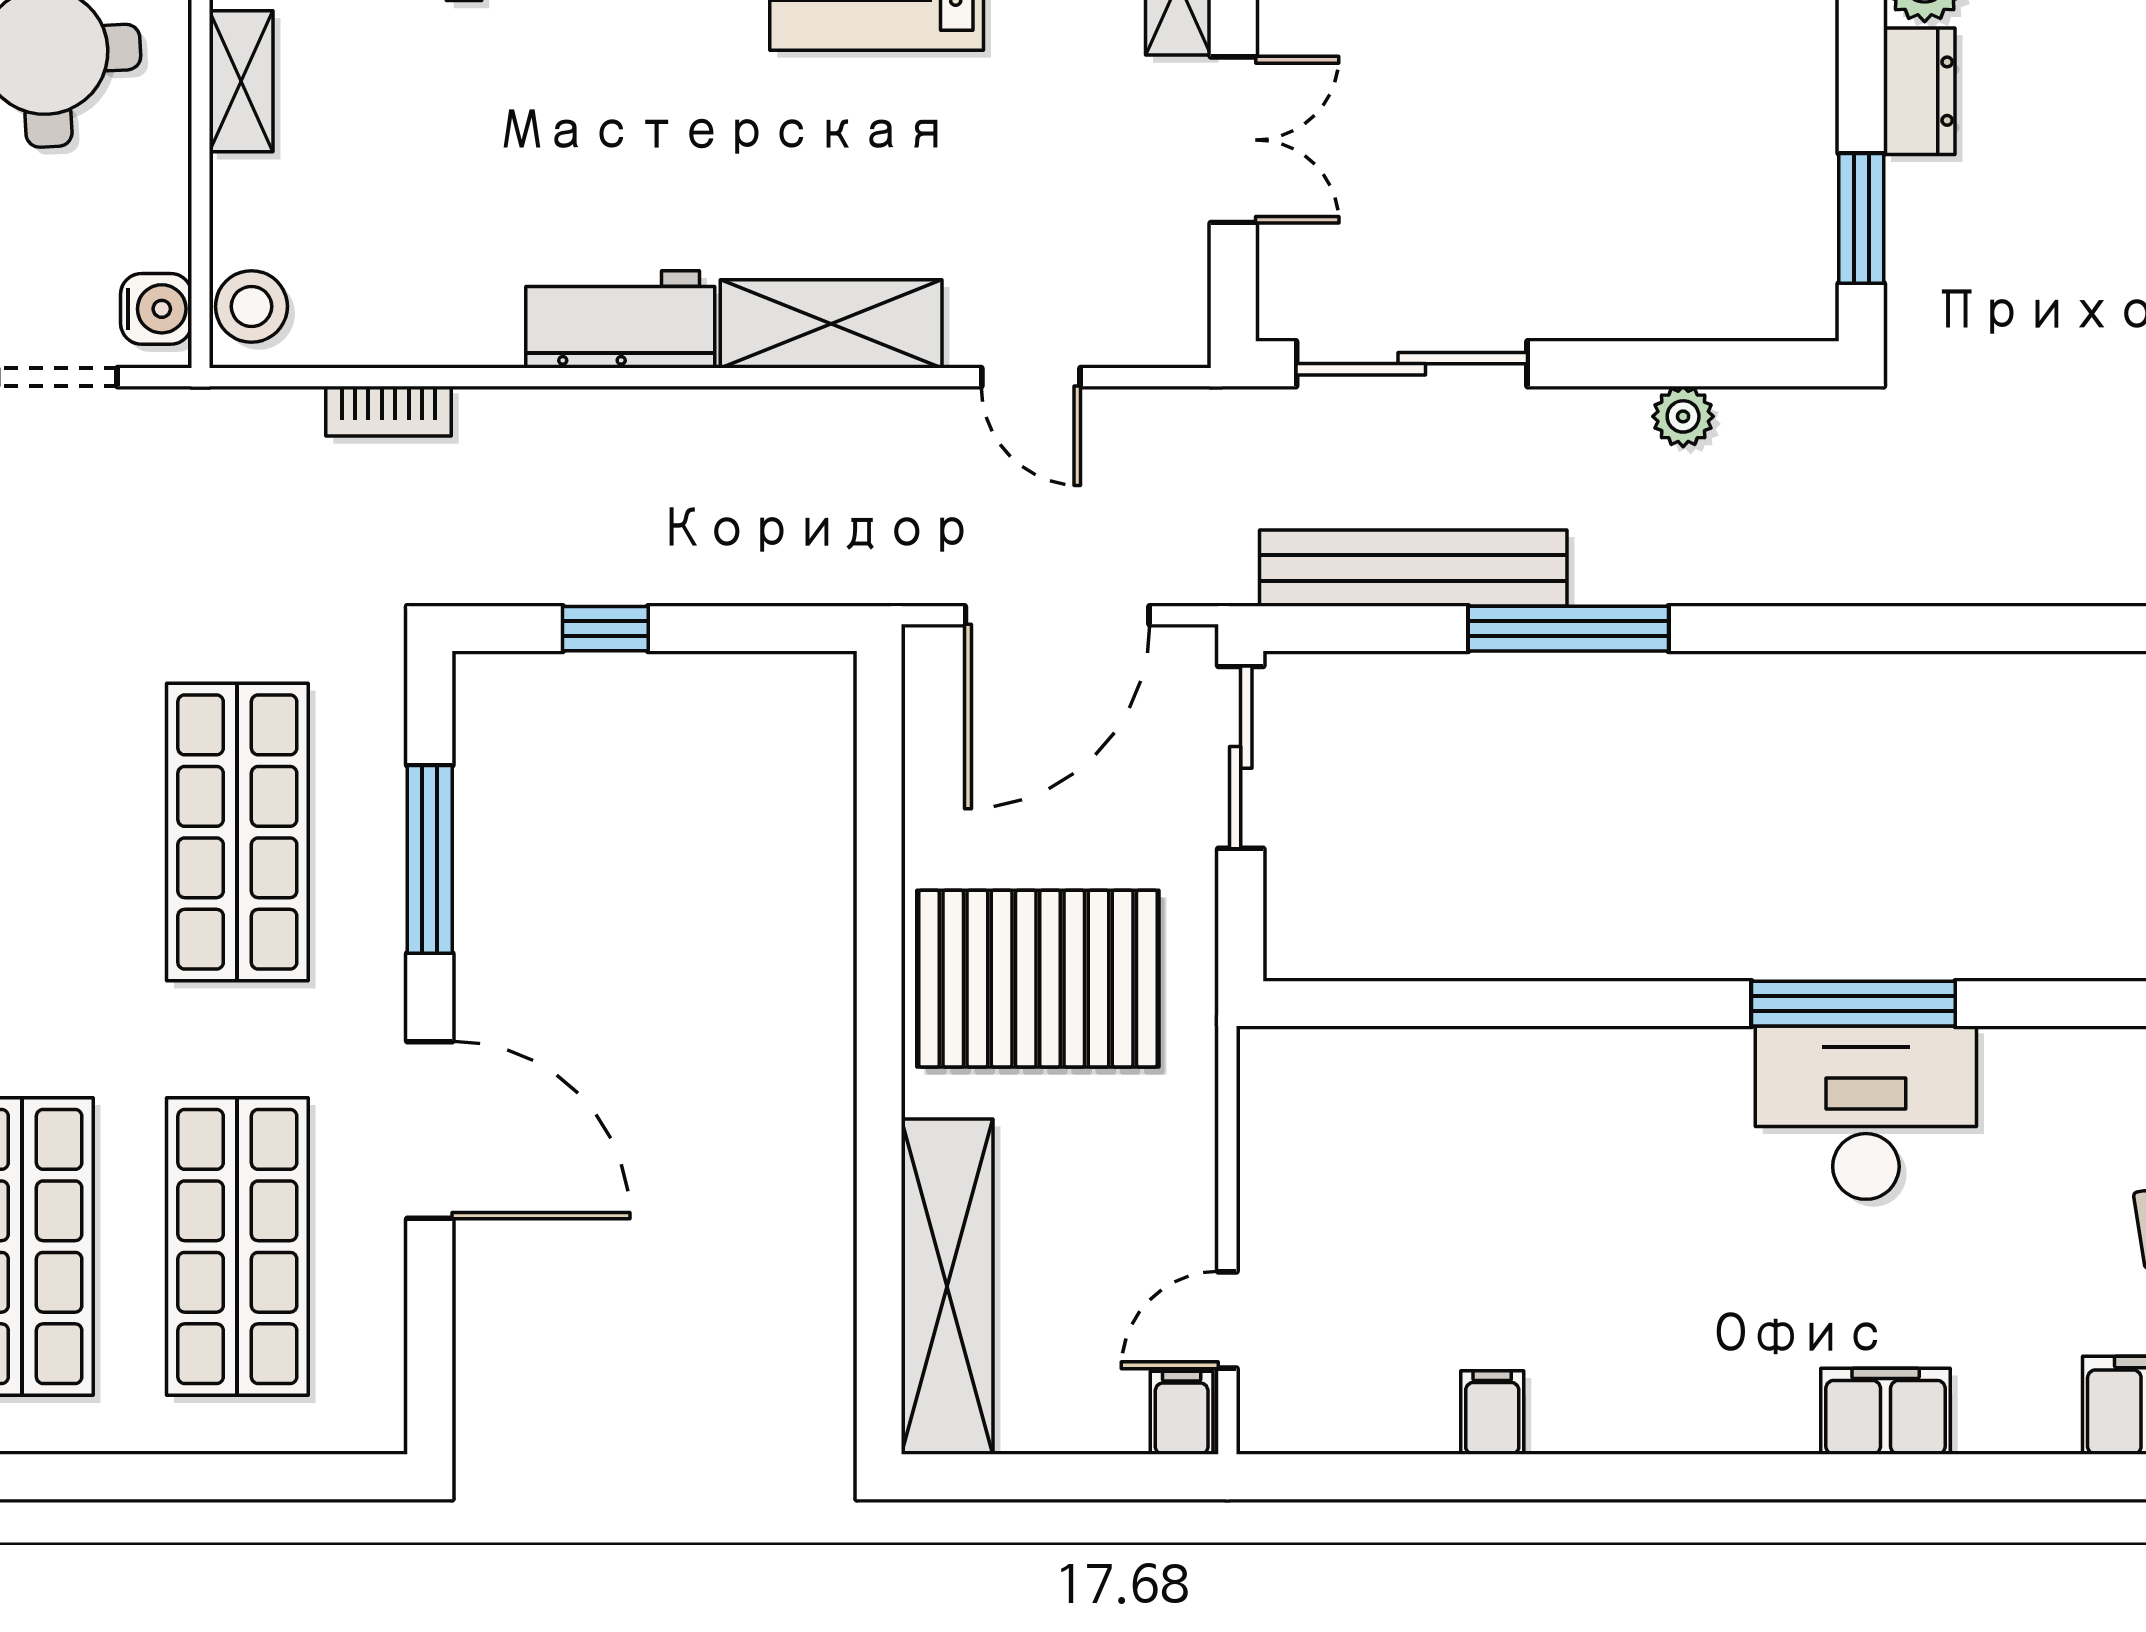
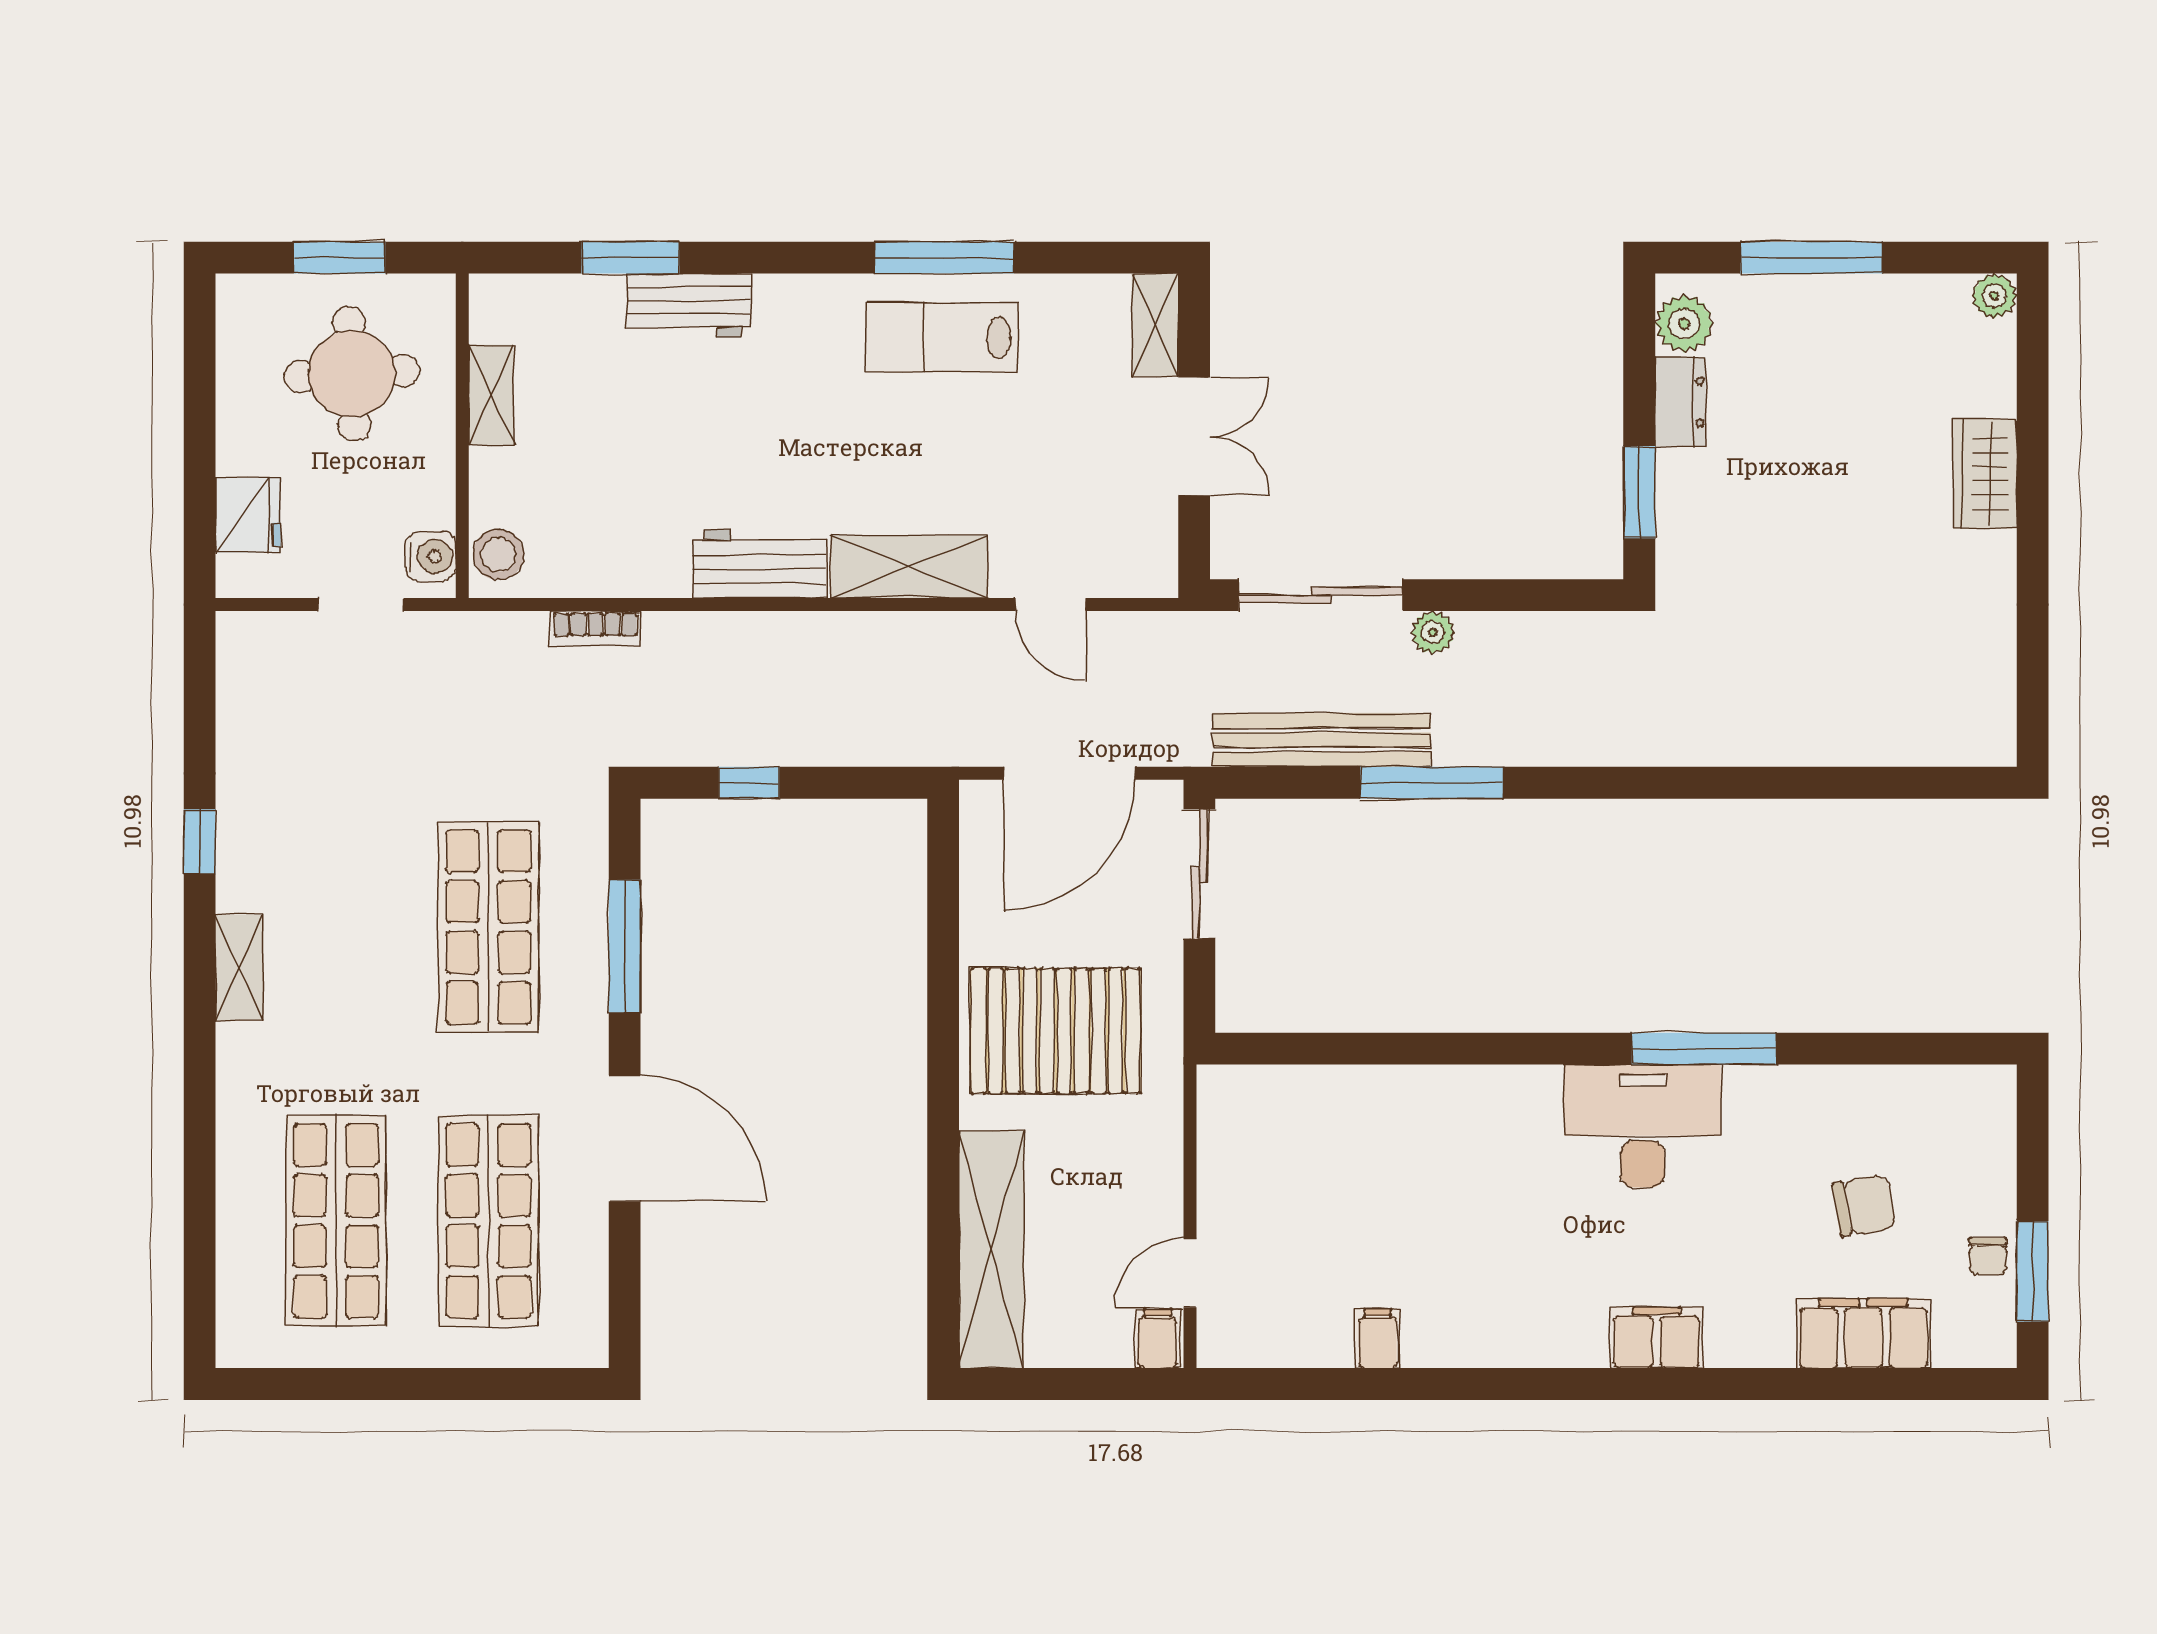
plant: (1683, 416) -> (1433, 632), moved
window: (1853, 1004) -> (1704, 1049), moved

